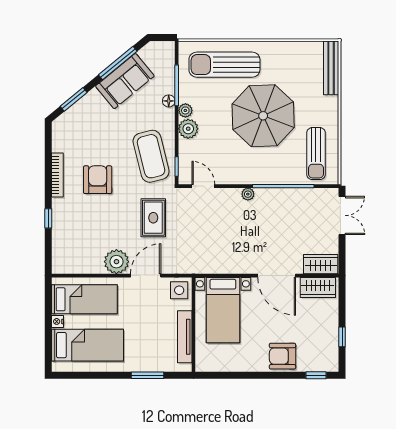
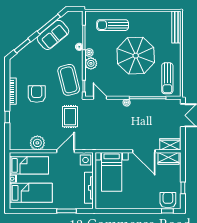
sun lounger: (224, 65) -> (113, 25), width x0.73, depth x0.75
plant: (116, 262) -> (37, 143), moved
armchair: (282, 356) -> (168, 200), moved, turned 90

